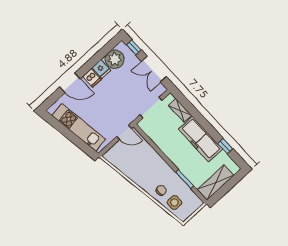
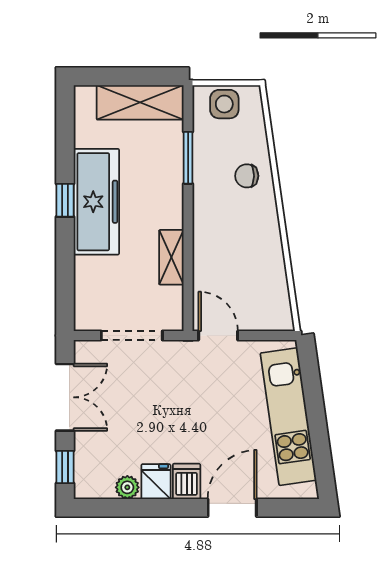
plant: (115, 59) -> (127, 487), width x0.53, depth x0.53
door: (70, 83) -> (232, 508), hinge flipped
shelving: (180, 110) -> (171, 257), moved
window: (225, 146) -> (65, 200), moved
side table: (174, 203) -> (224, 104), moved

